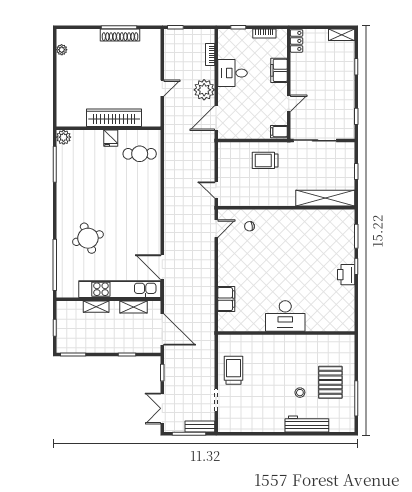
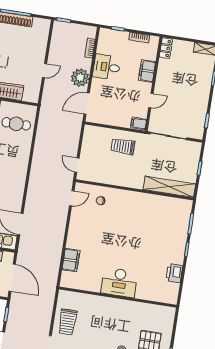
printer: (346, 275) -> (174, 273), moved
trolley: (233, 370) -> (68, 322), turned 180

